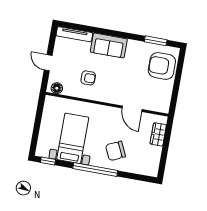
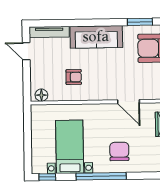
sofa: (109, 45) -> (96, 37), width x1.36
door: (48, 63) -> (26, 51), moved
chair: (115, 151) -> (119, 151), turned 115

